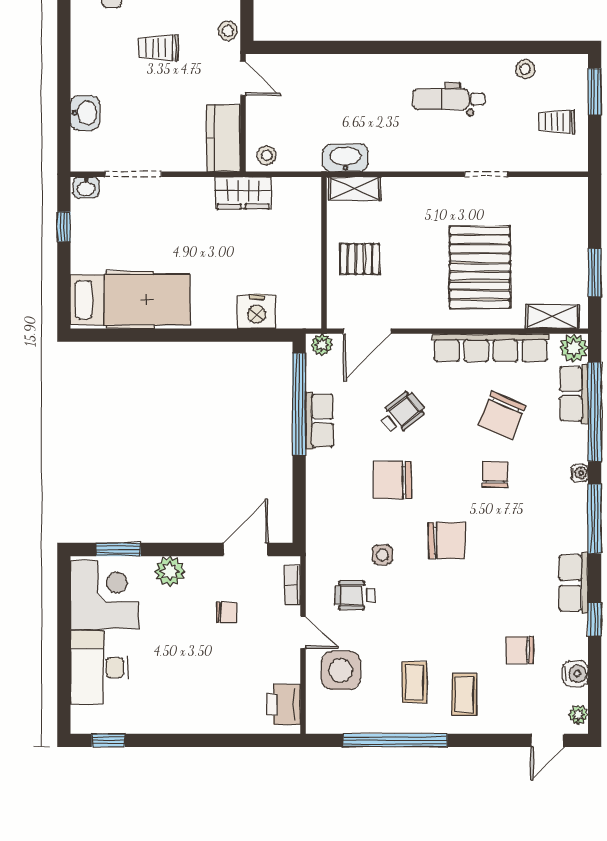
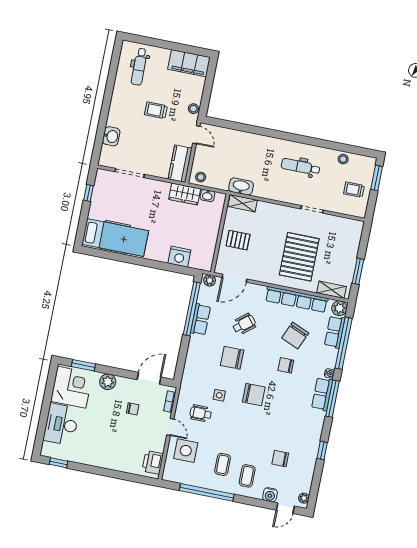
washbasin: (86, 187) -> (207, 196), moved
chair: (495, 474) -> (286, 365), turned -90
row of seats: (573, 583) -> (322, 394), moved
water cooler: (575, 674) -> (270, 495), moved, turned 90

